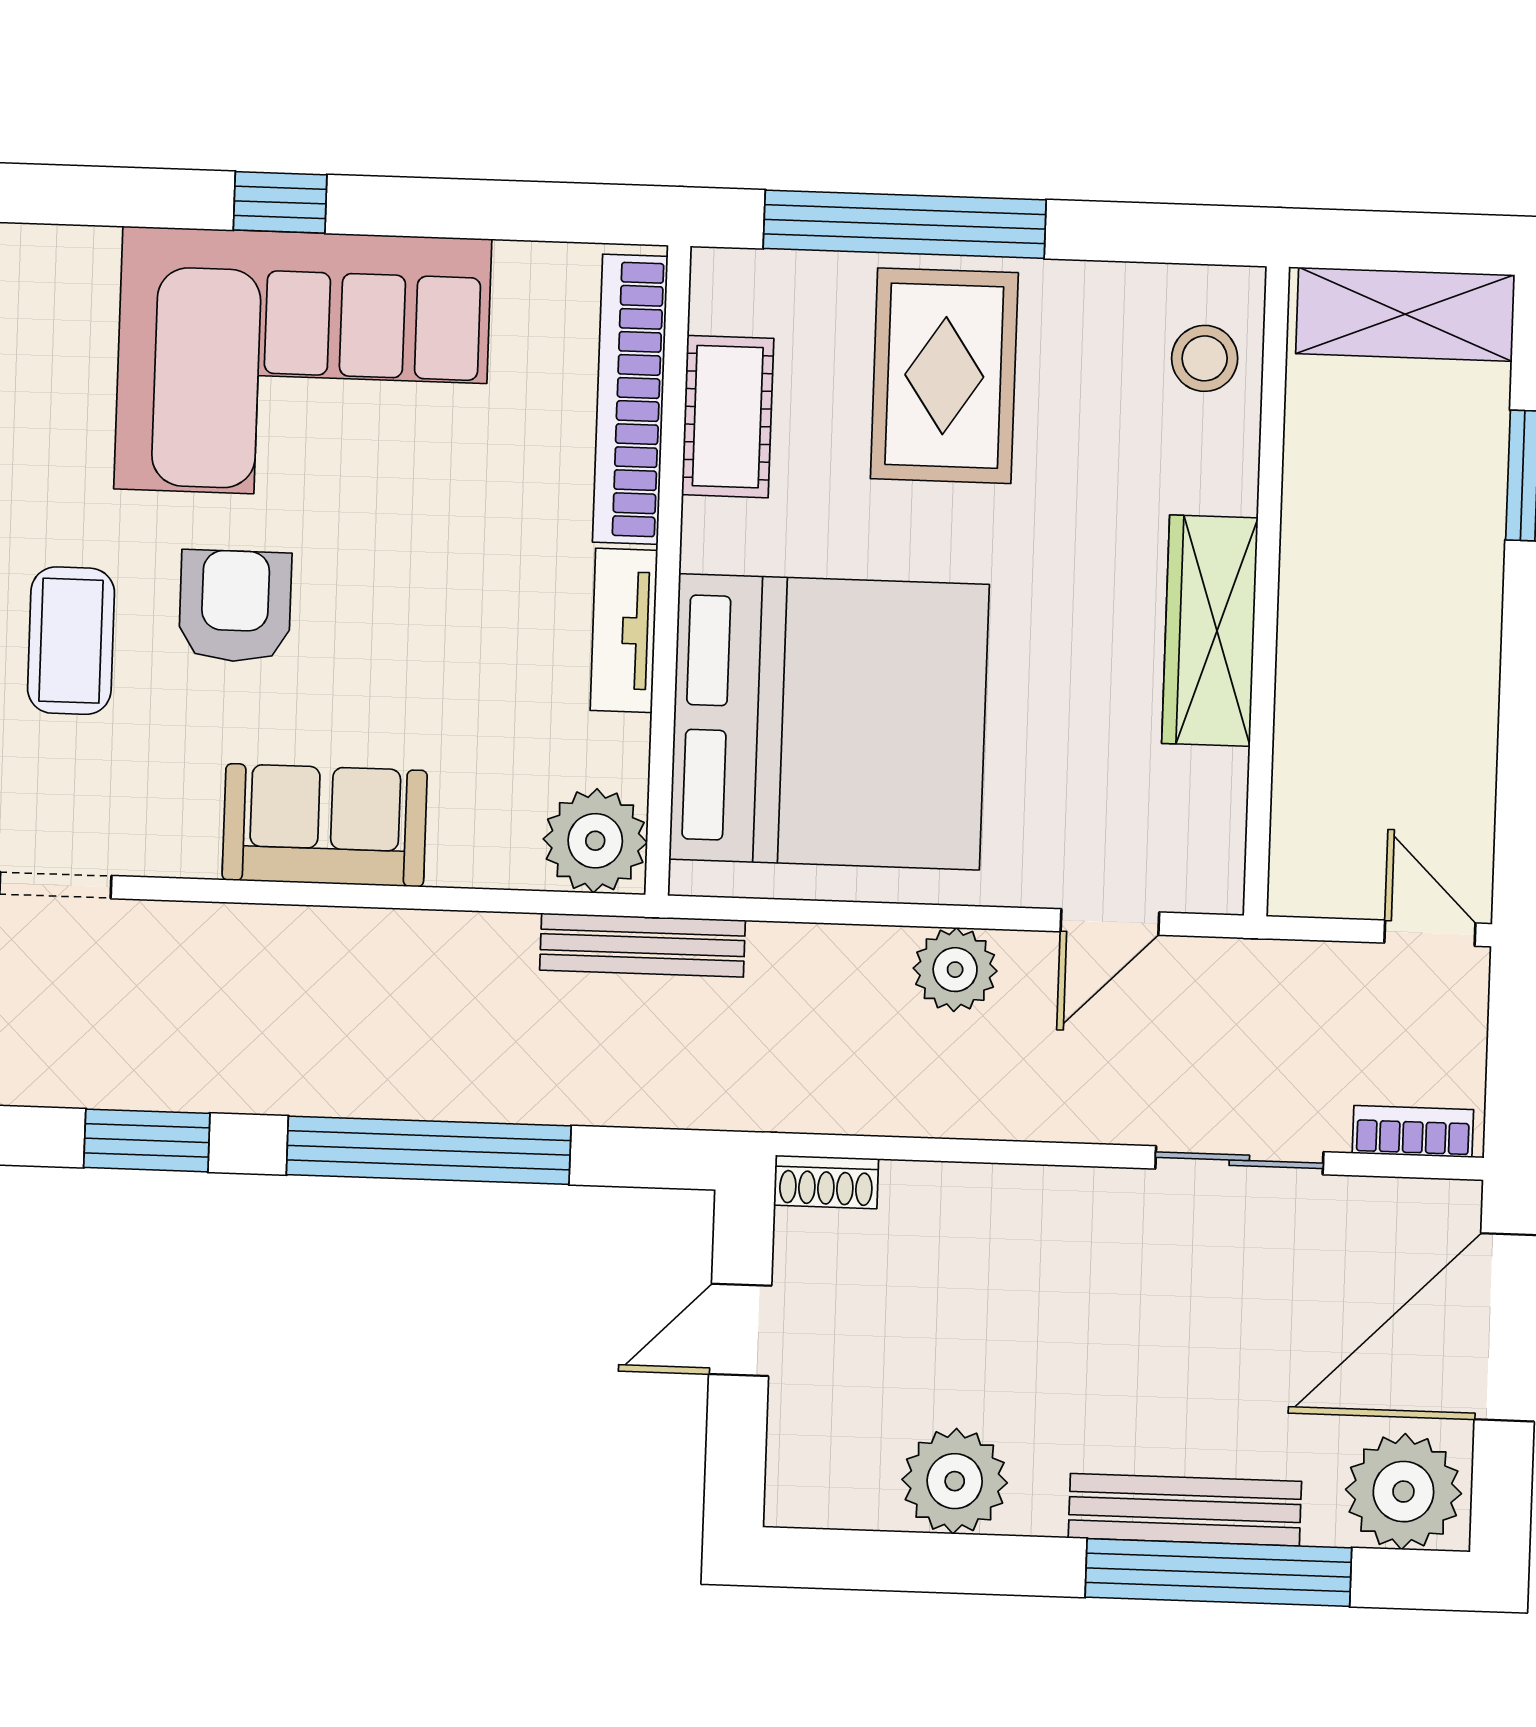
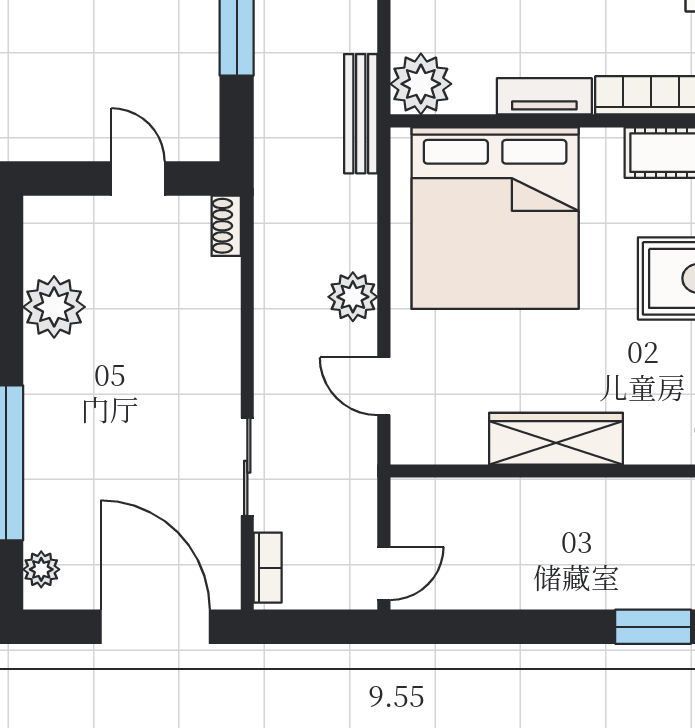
plant: (1403, 1492) -> (41, 569), width x0.53, depth x0.53
bench: (1185, 1510) -> (42, 442), removed

